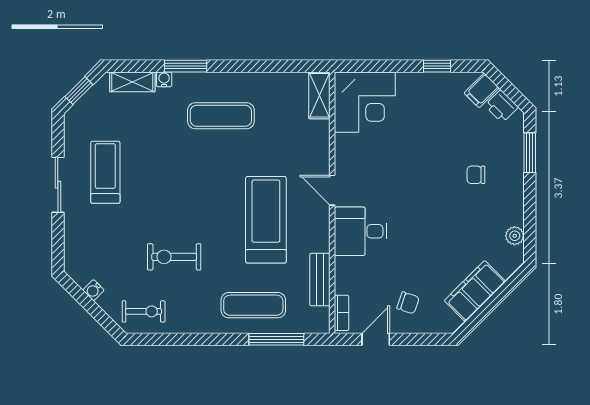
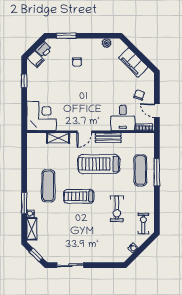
shelving: (319, 95) -> (58, 138), moved
treadmill: (105, 172) -> (79, 196), moved
sliding door: (58, 185) -> (70, 265), moved
desk: (361, 231) -> (123, 118), moved
bench: (320, 280) -> (108, 138), moved
window: (276, 339) -> (157, 172), moved

